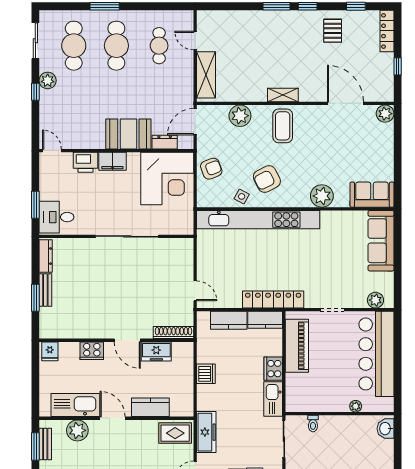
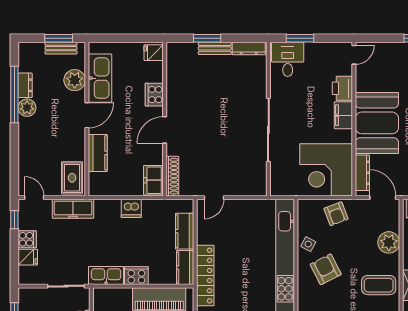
booth: (128, 134) -> (377, 123), width x1.36, depth x1.42
dresser: (165, 142) -> (362, 173), width x1.44
freezer: (156, 352) -> (153, 180), moved

